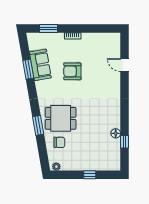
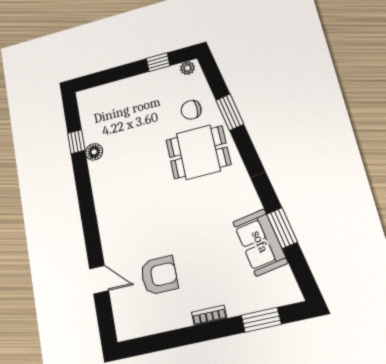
armchair: (72, 71) -> (159, 275), moved
window: (38, 125) -> (230, 112), moved
window: (90, 175) -> (158, 62), moved

